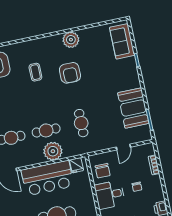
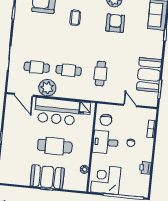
armchair: (70, 73) -> (115, 23), moved, turned 180
door: (123, 147) -> (130, 105), swing flipped
plant: (53, 151) -> (47, 88), moved

